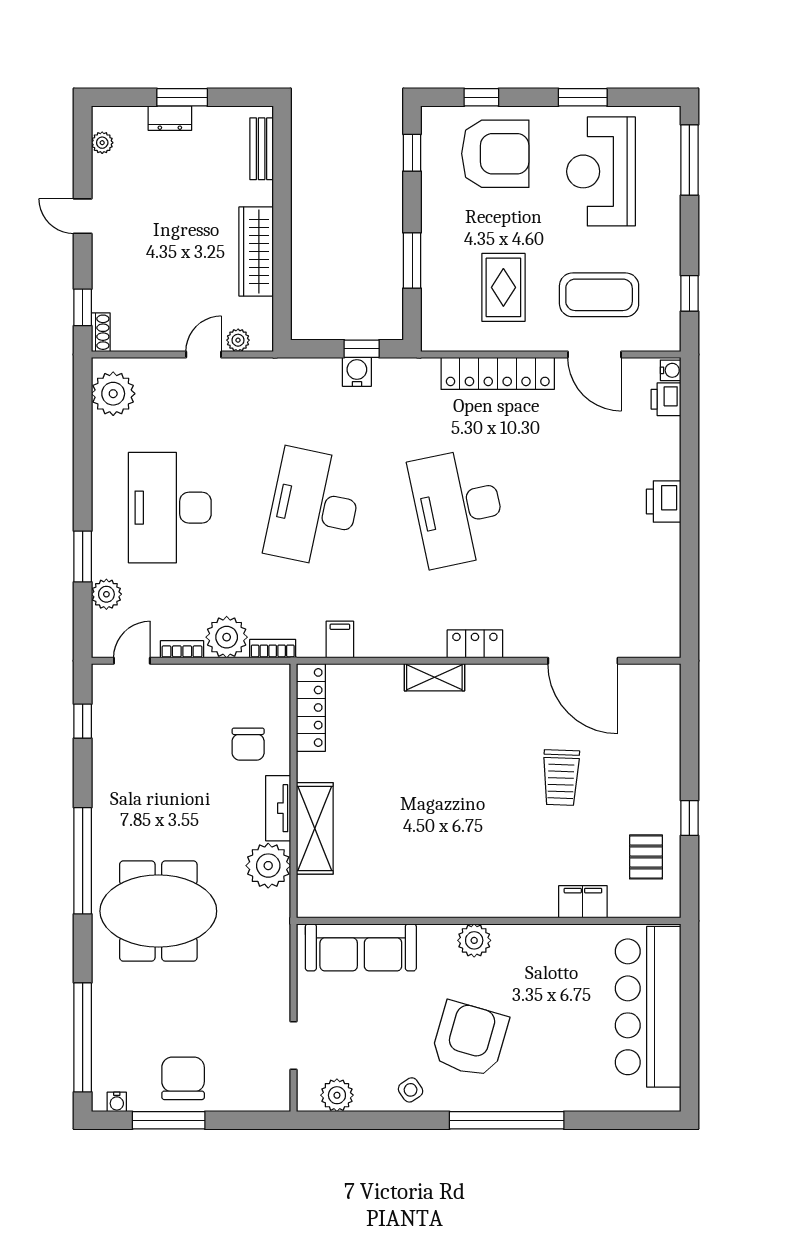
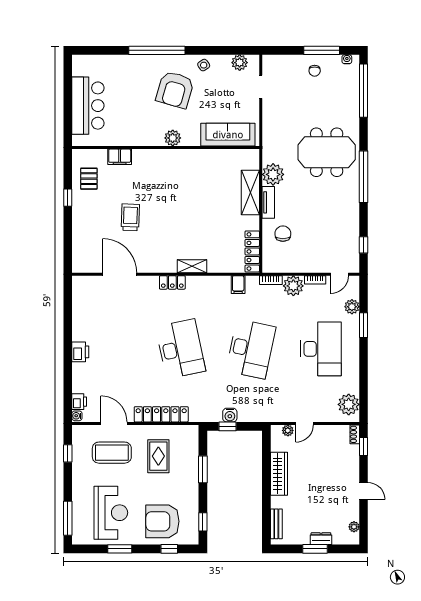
bar counter: (648, 1007) -> (88, 106), width x0.73
chair: (183, 1078) -> (315, 71), width x0.54, depth x0.54

